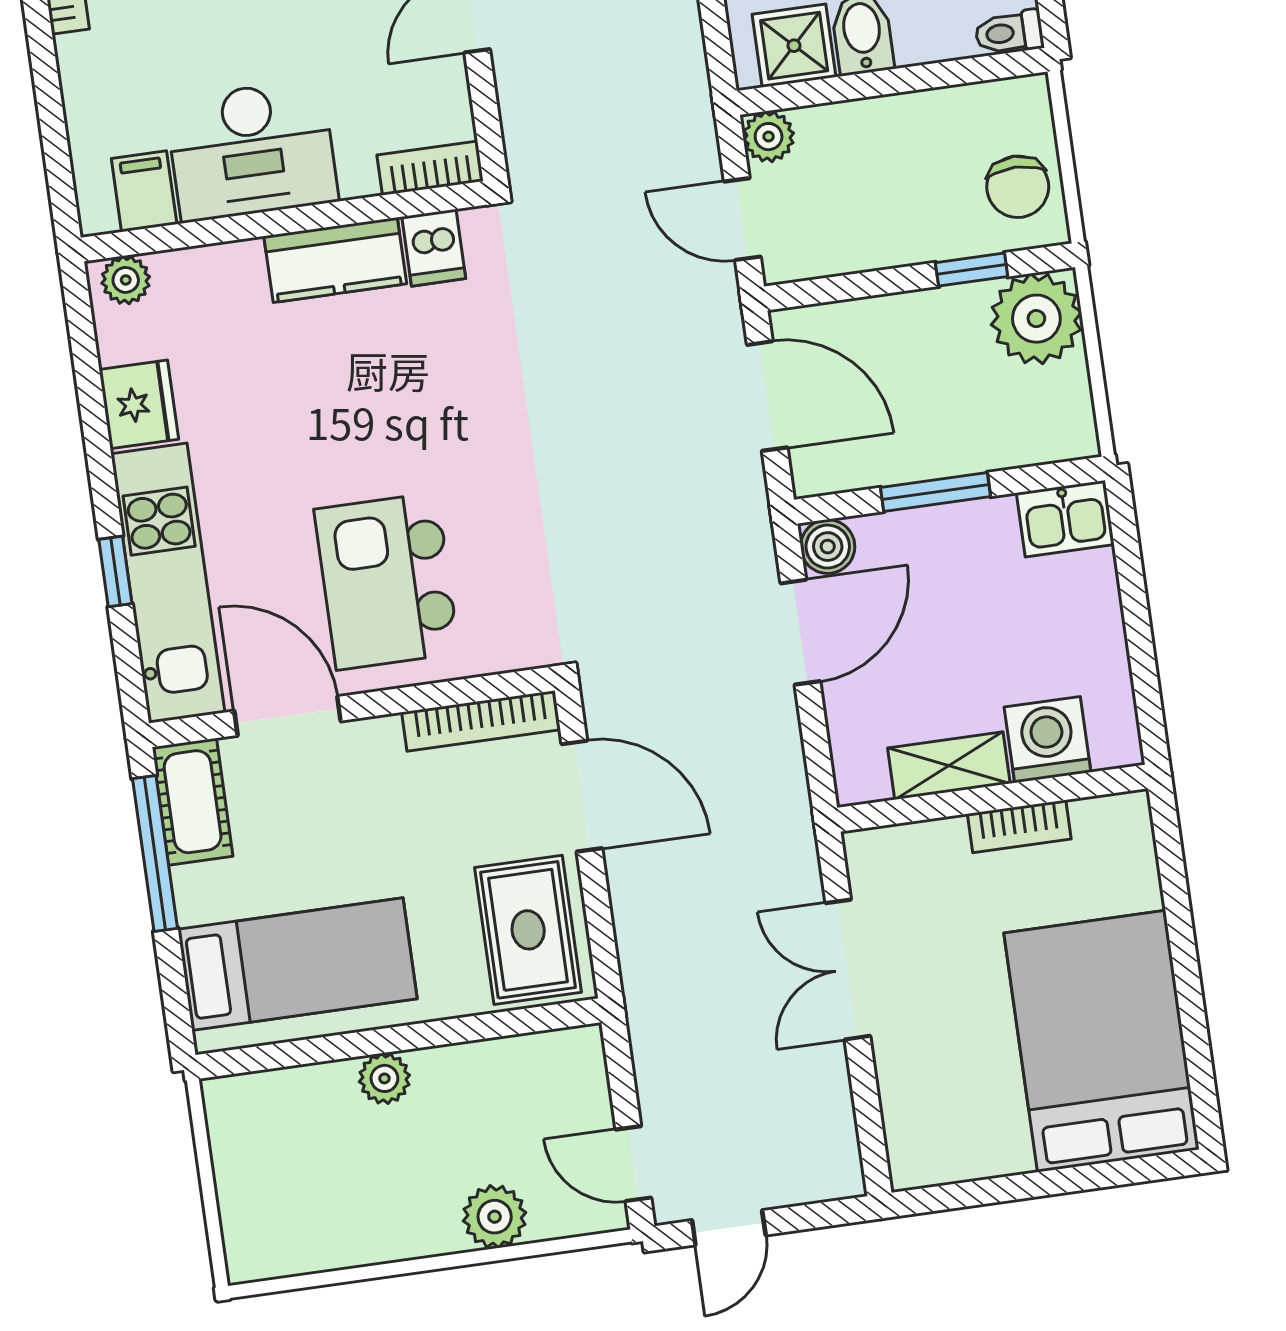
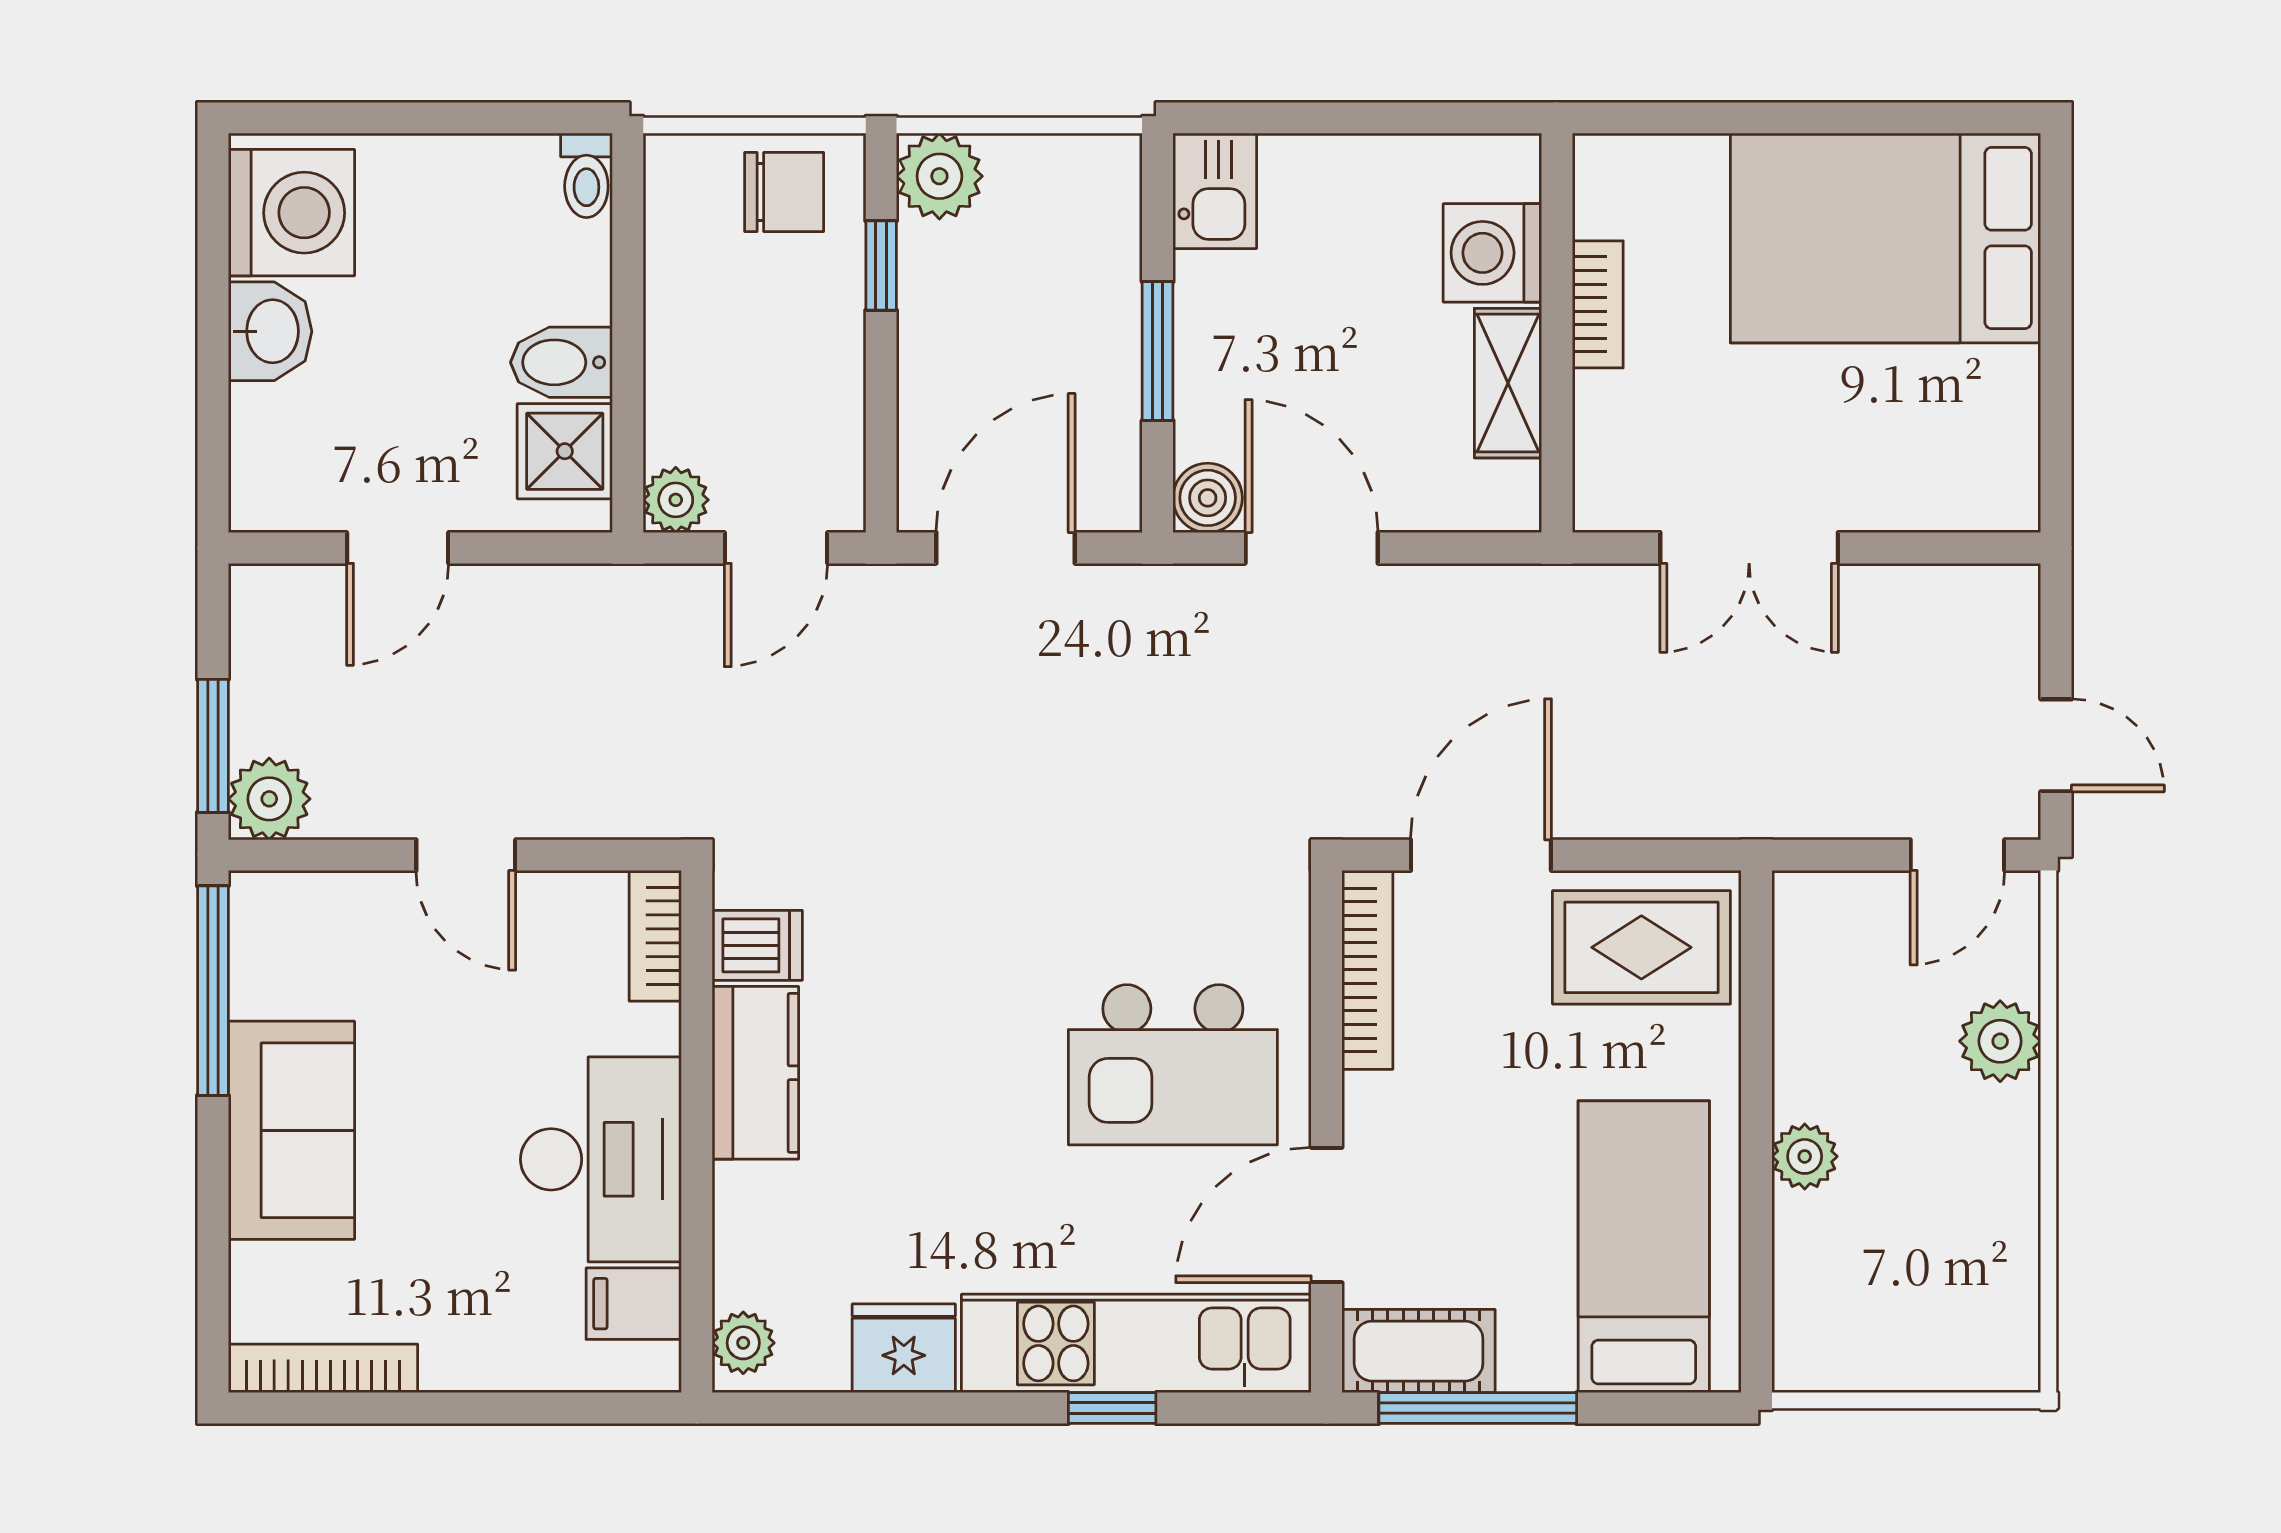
plant: (1036, 319) -> (939, 176), width x0.73, depth x0.73

